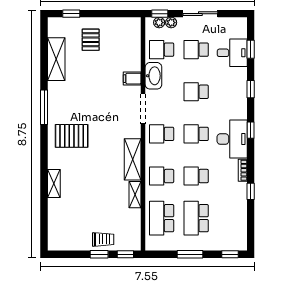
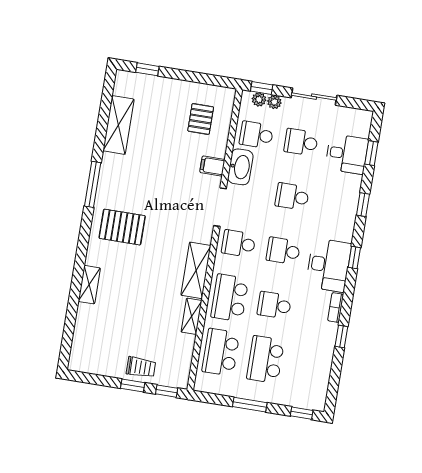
pallet: (91, 40) -> (201, 119), moved
school desk: (162, 176) -> (230, 298), width x1.85

